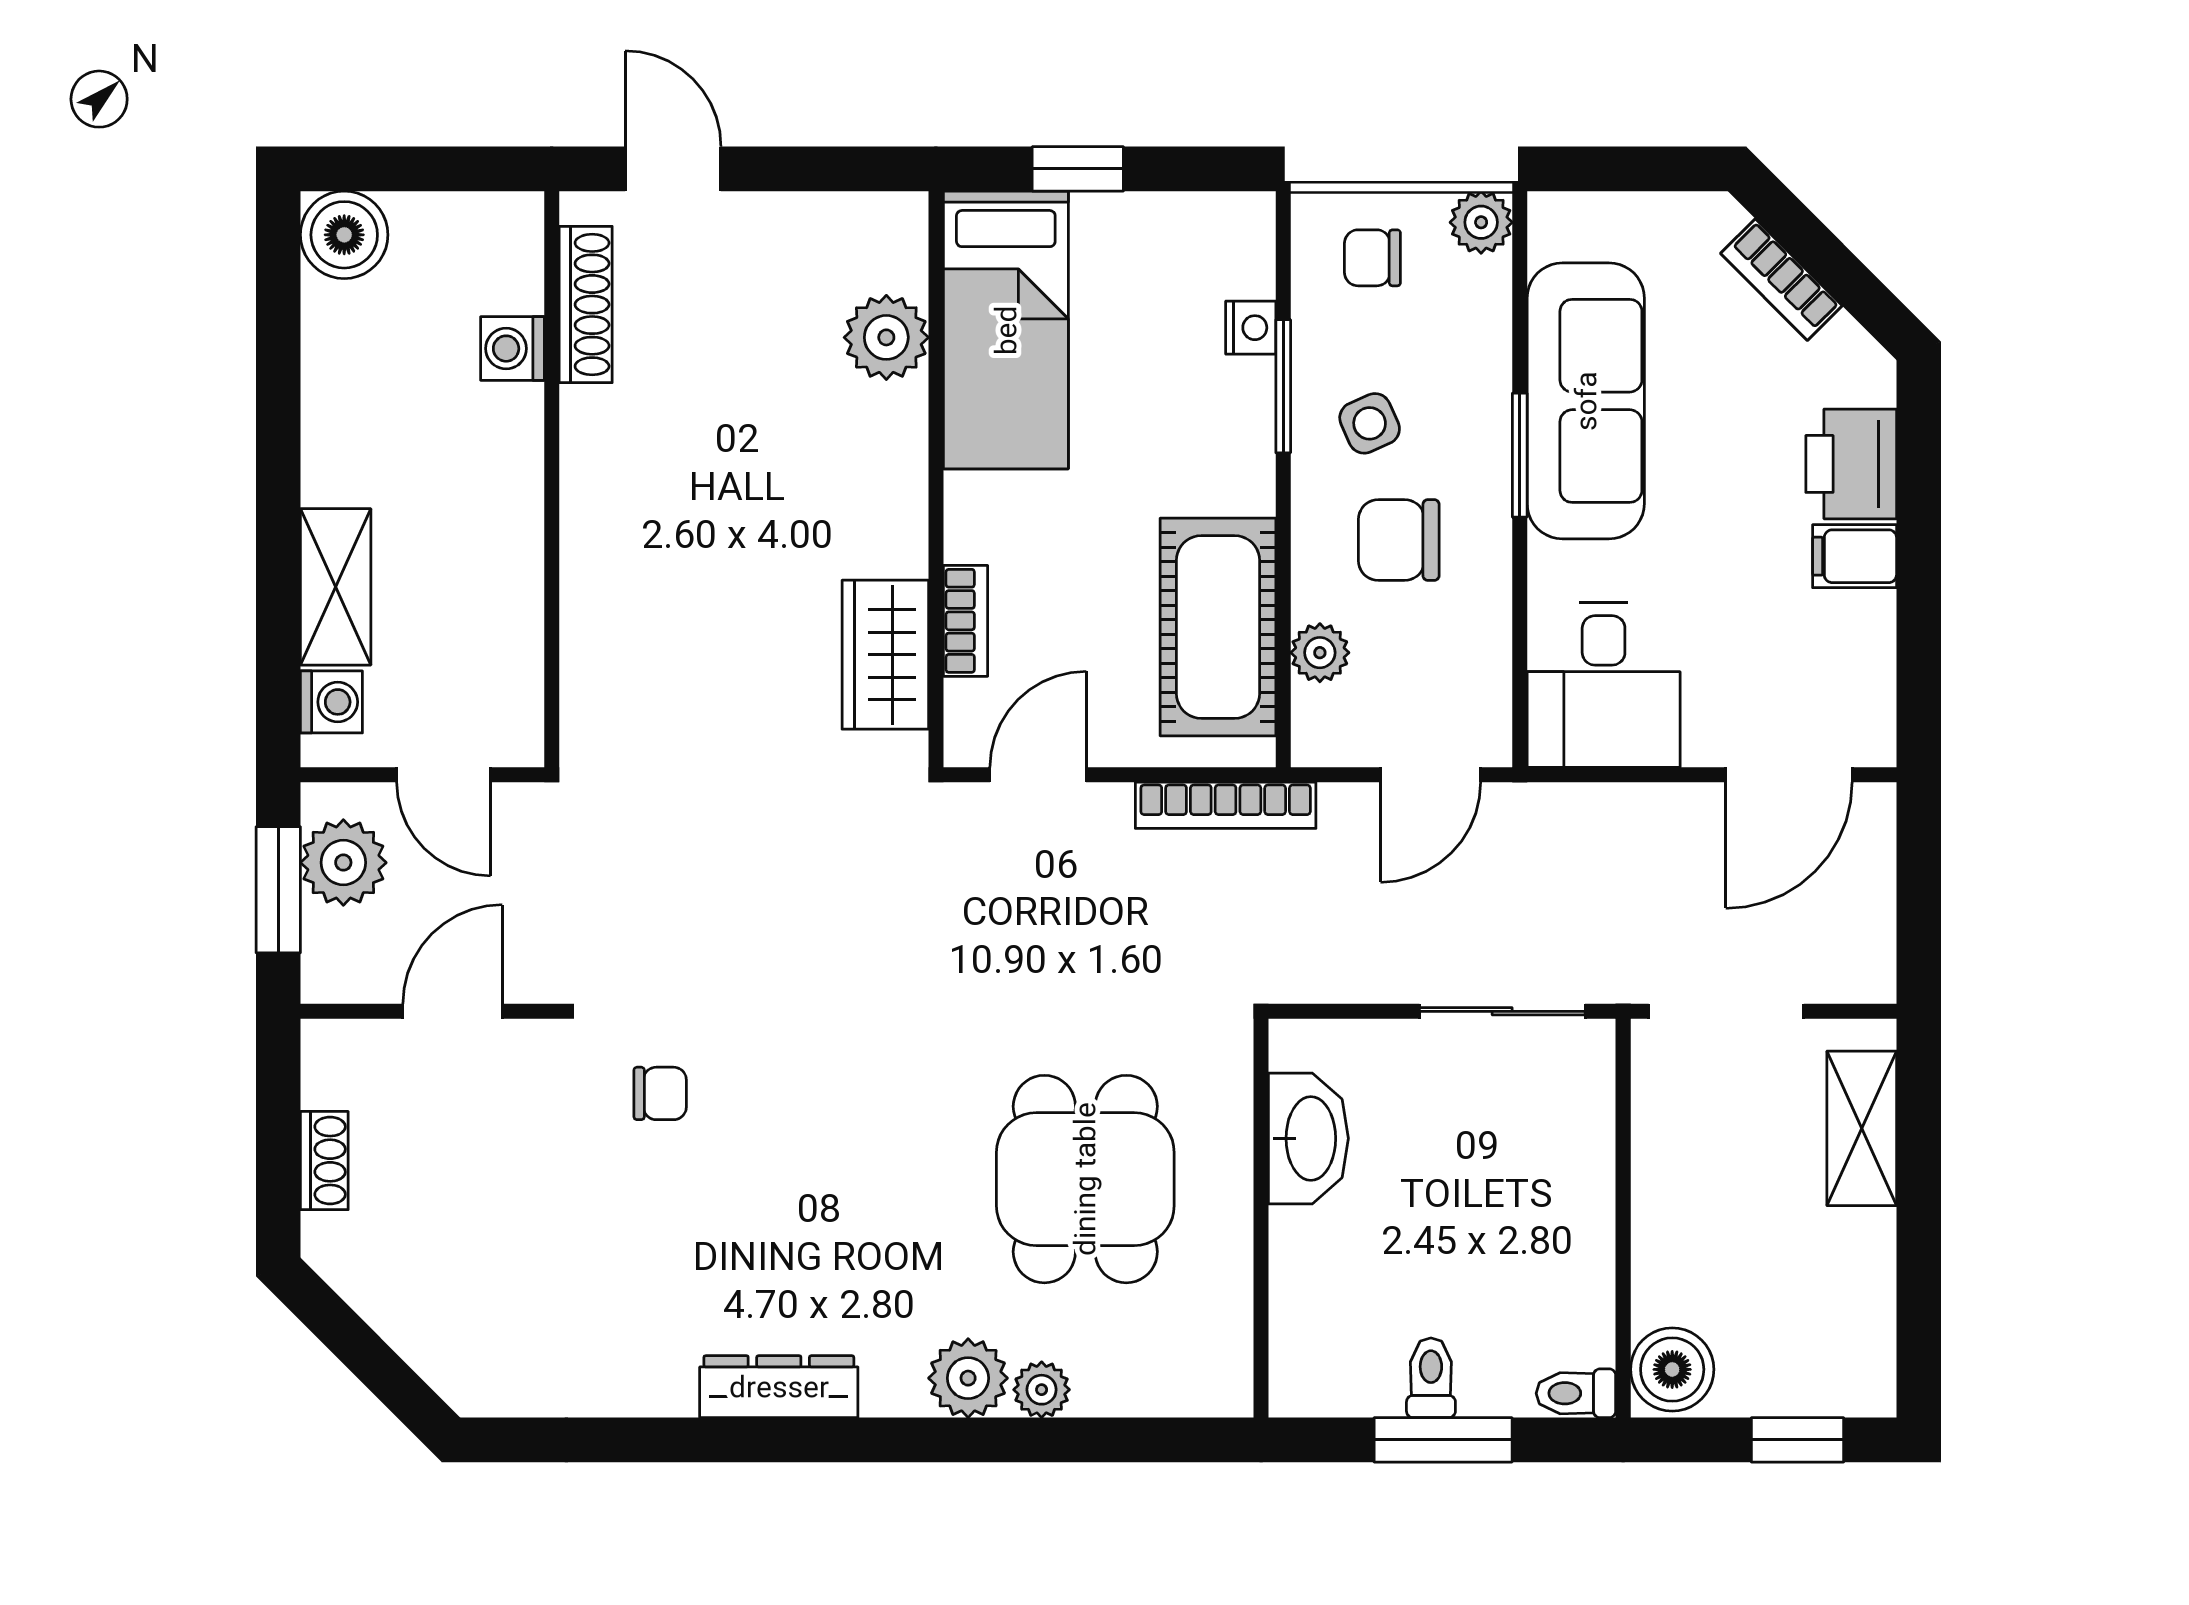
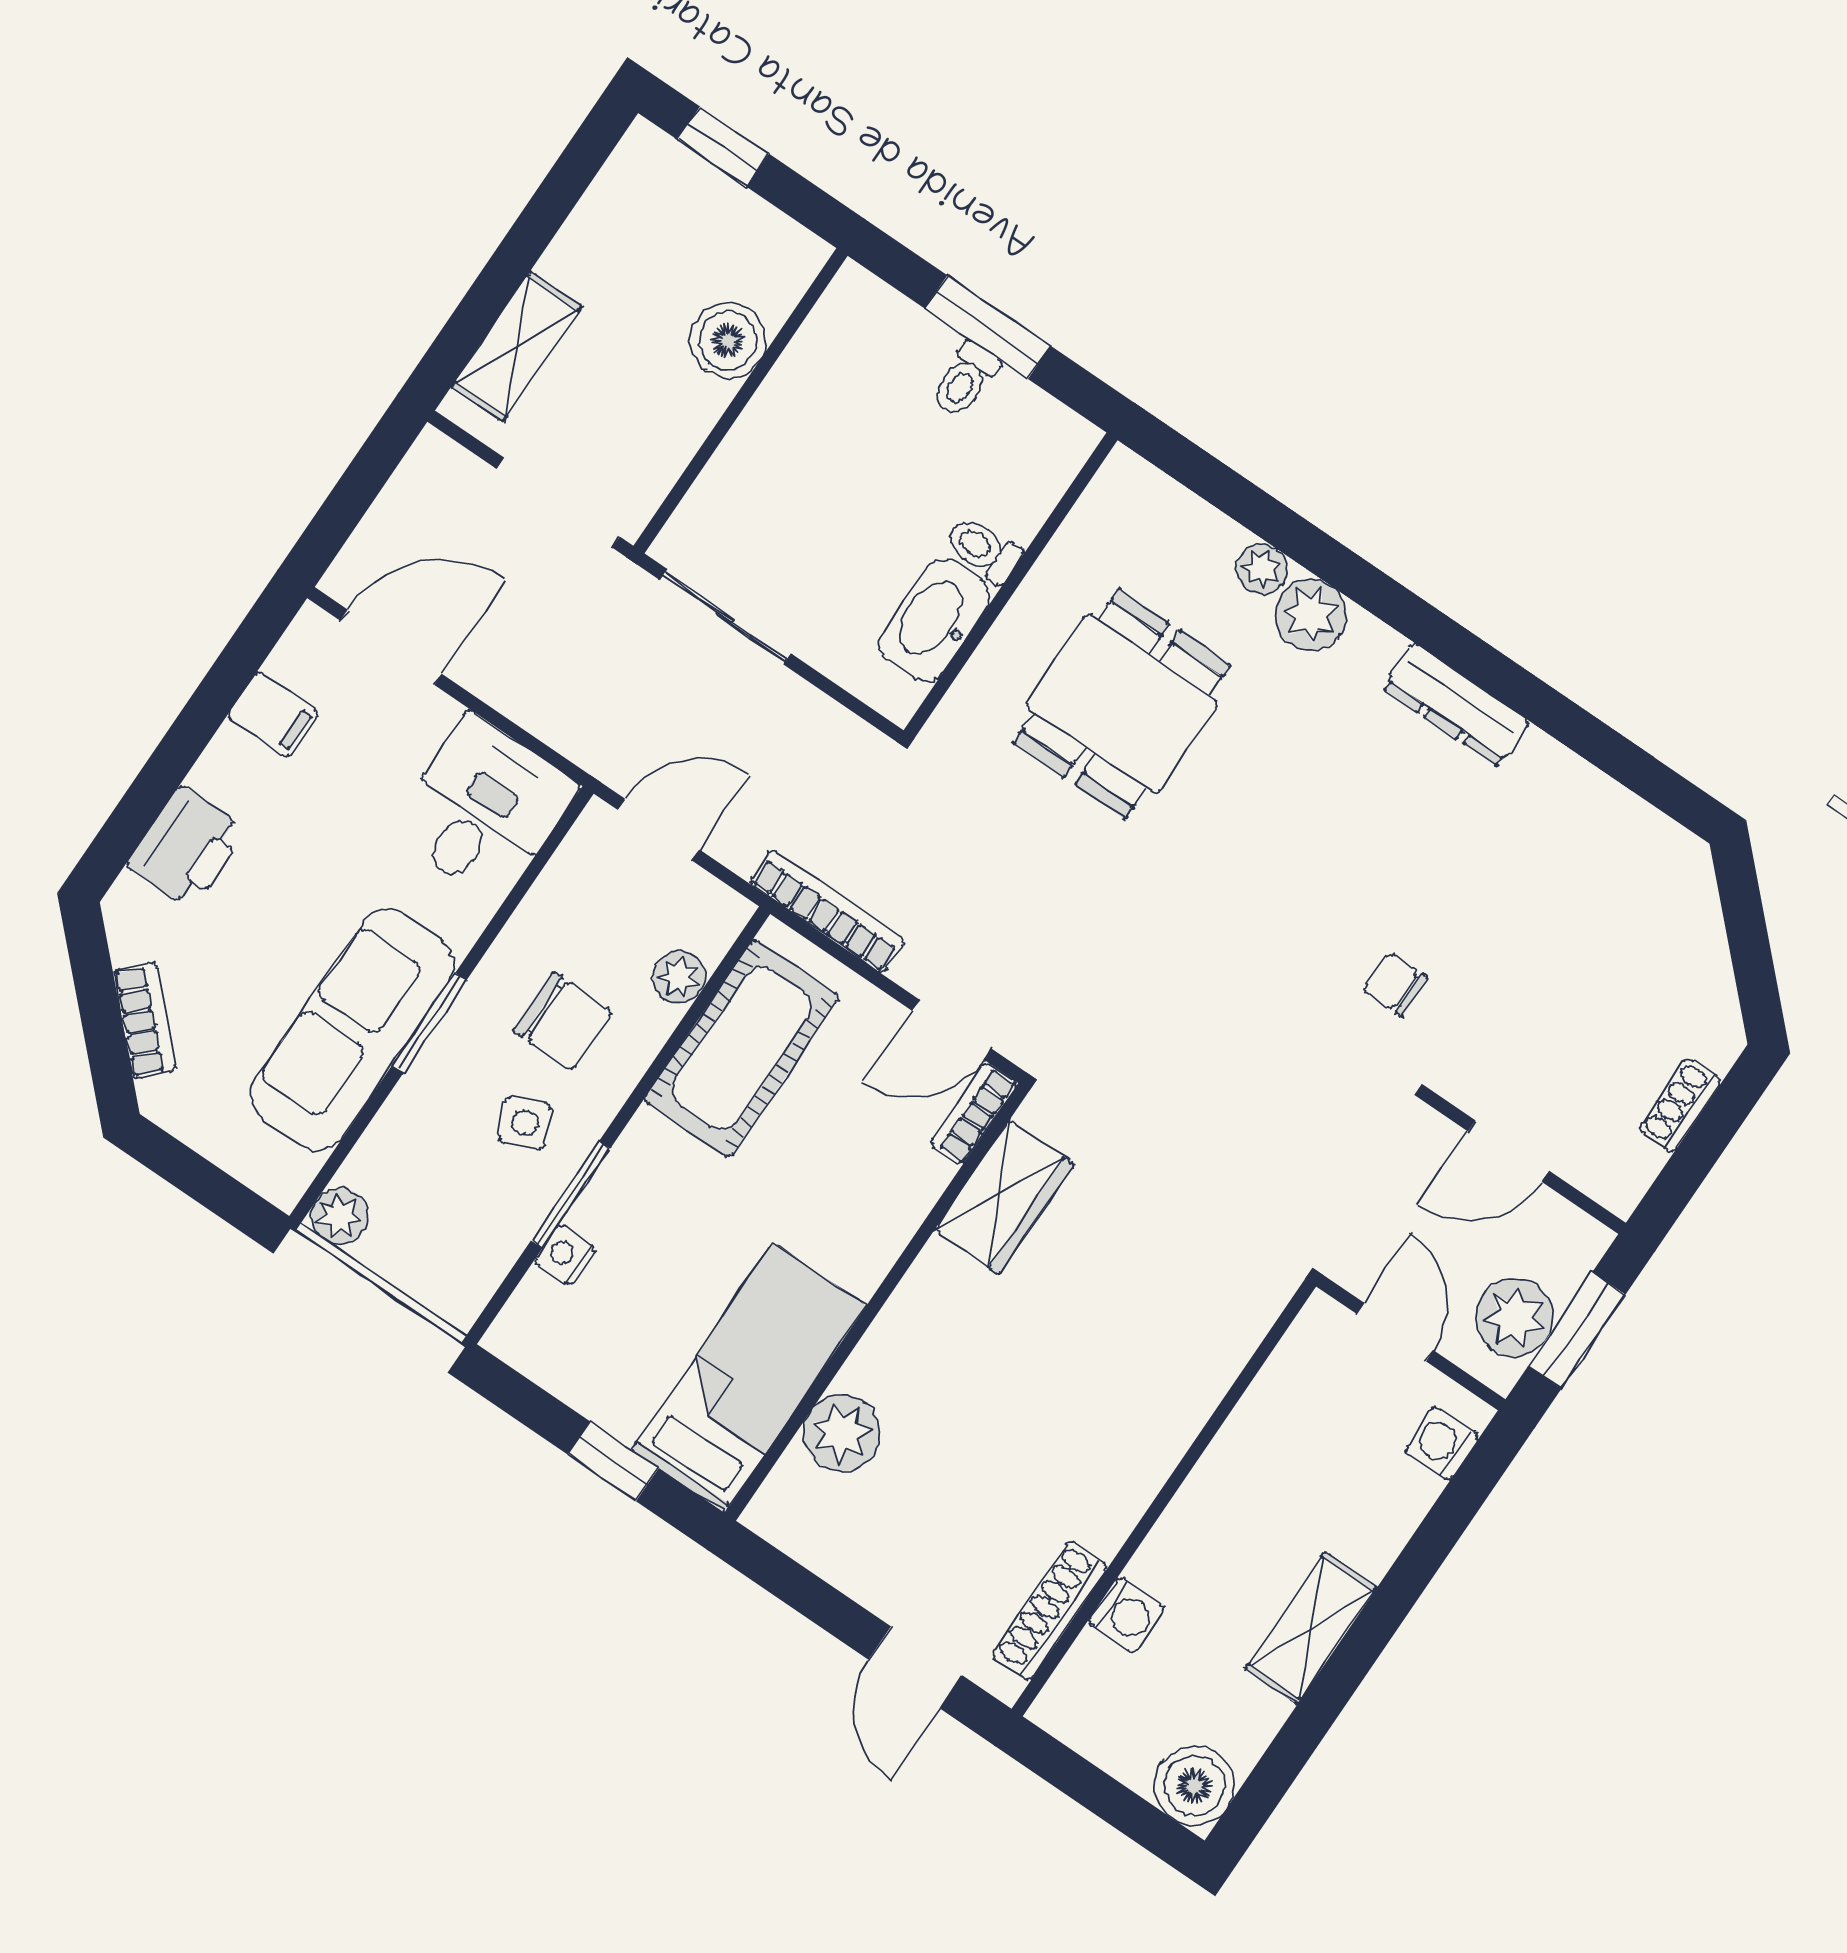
chair: (1372, 258) -> (439, 1245), removed
filing cabinet: (1855, 556) -> (273, 715), moved
shelving: (336, 587) -> (1311, 1628), moved
bookcase: (965, 621) -> (974, 1113), moved
boiler: (1672, 1369) -> (728, 341), moved
toilet: (1576, 1393) -> (984, 549), moved, turned 180

